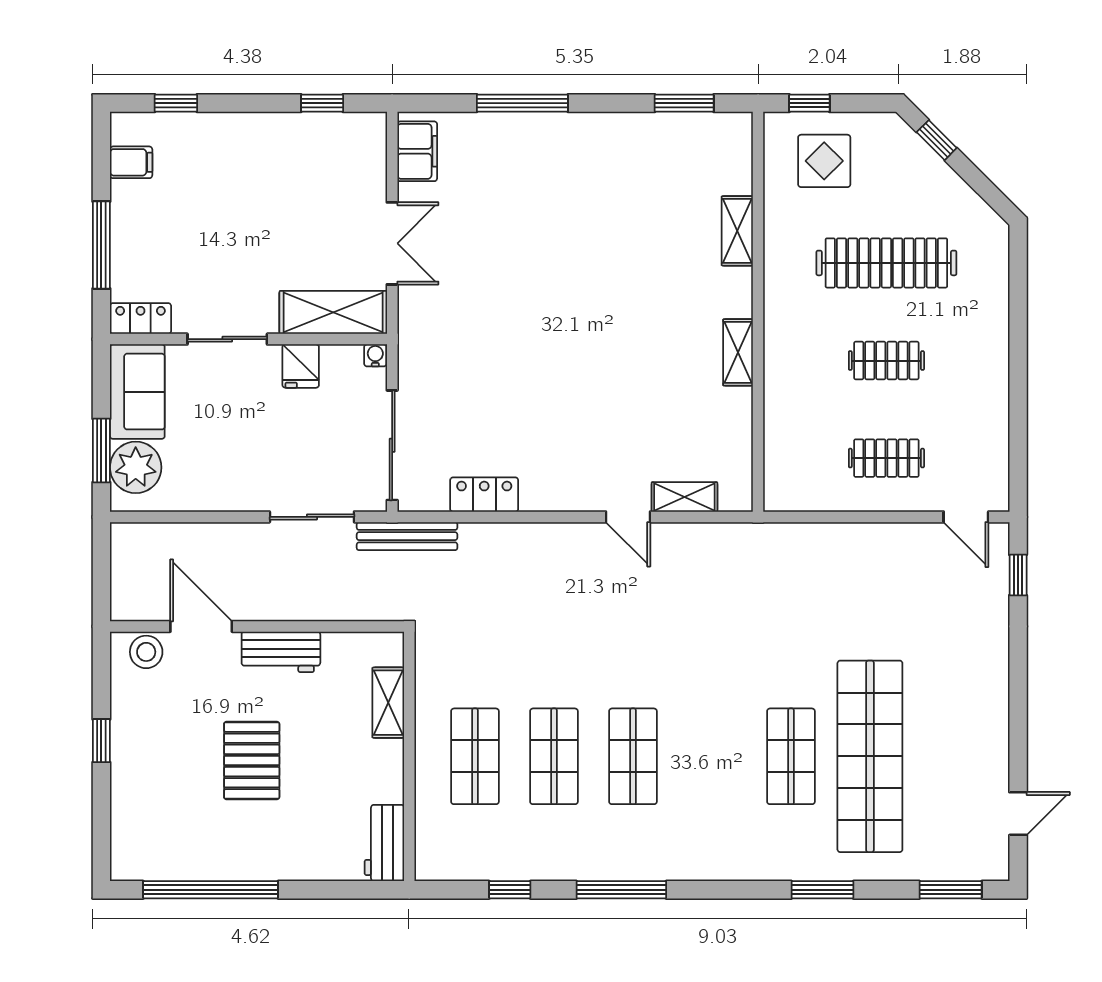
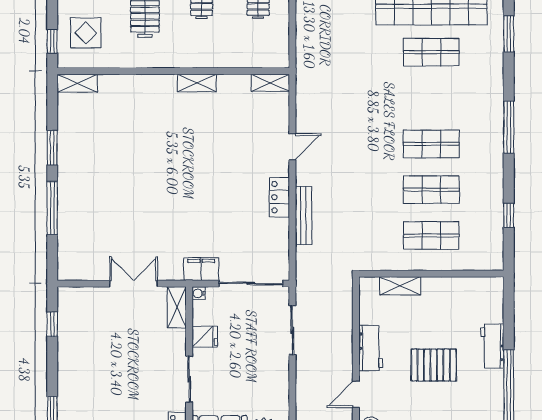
window: (684, 103) -> (52, 148), moved
filing cabinet: (417, 151) -> (201, 269), moved
shelving: (737, 231) -> (77, 83), moved
shelving: (333, 312) -> (177, 307), width x0.67, depth x0.75
locker: (484, 495) -> (279, 197), moved
shelving: (684, 497) -> (270, 83), moved, turned 90
bench: (407, 536) -> (304, 215), moved
door: (201, 626) -> (356, 394), width x0.73
workbench: (384, 843) -> (492, 346), moved, turned 90
window: (621, 890) -> (509, 127), moved

